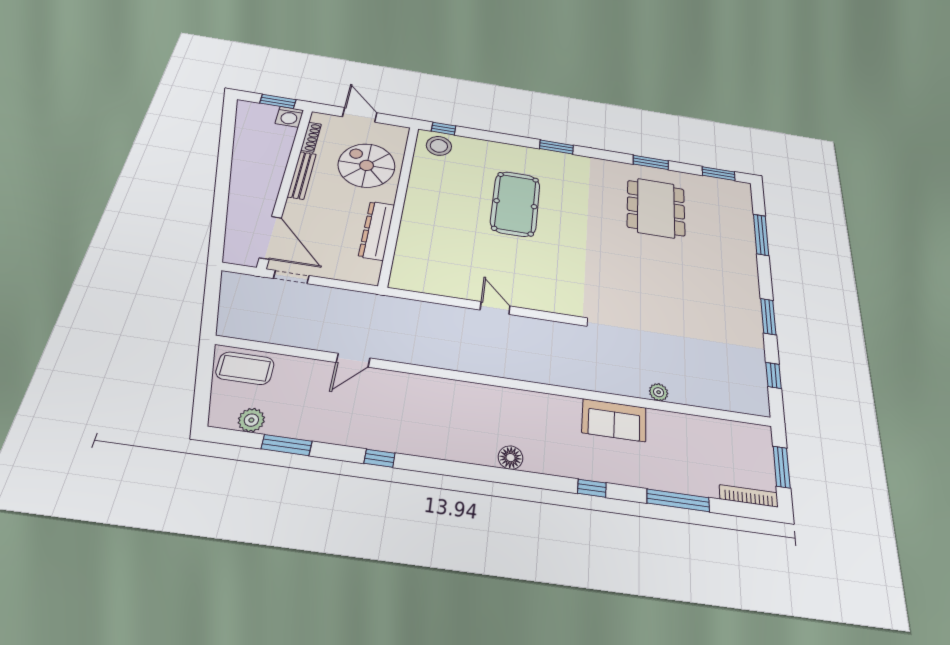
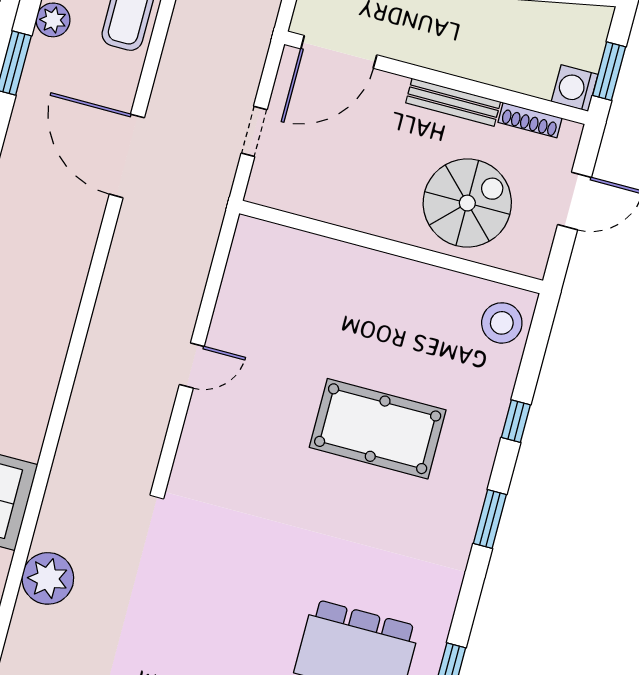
window: (444, 129) -> (516, 421), moved
dresser: (377, 230) -> (341, 208), removed
doorway: (291, 277) -> (254, 131), moved
door: (353, 360) -> (127, 156), width x1.88
plant: (659, 392) -> (48, 578), width x1.88, depth x1.88

